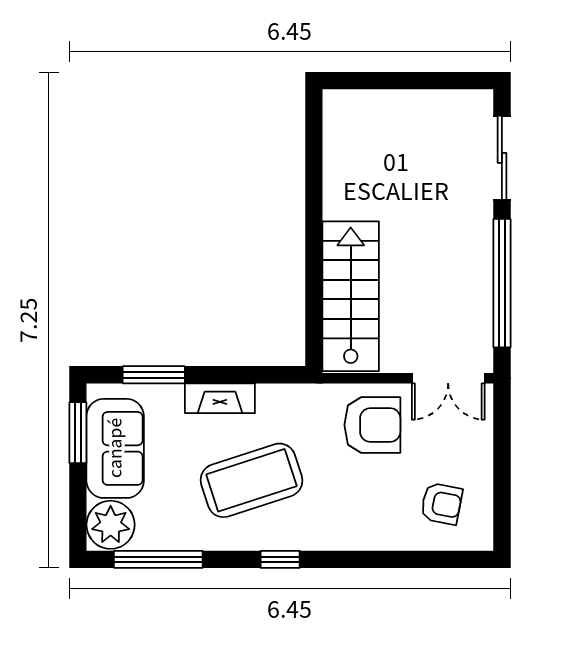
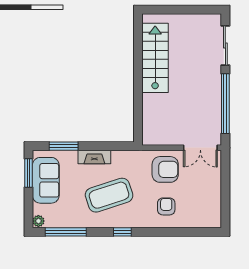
stairs: (351, 296) -> (155, 58), moved
armchair: (441, 504) -> (166, 206), moved, turned -101
plant: (111, 525) -> (38, 221), width x0.53, depth x0.53

